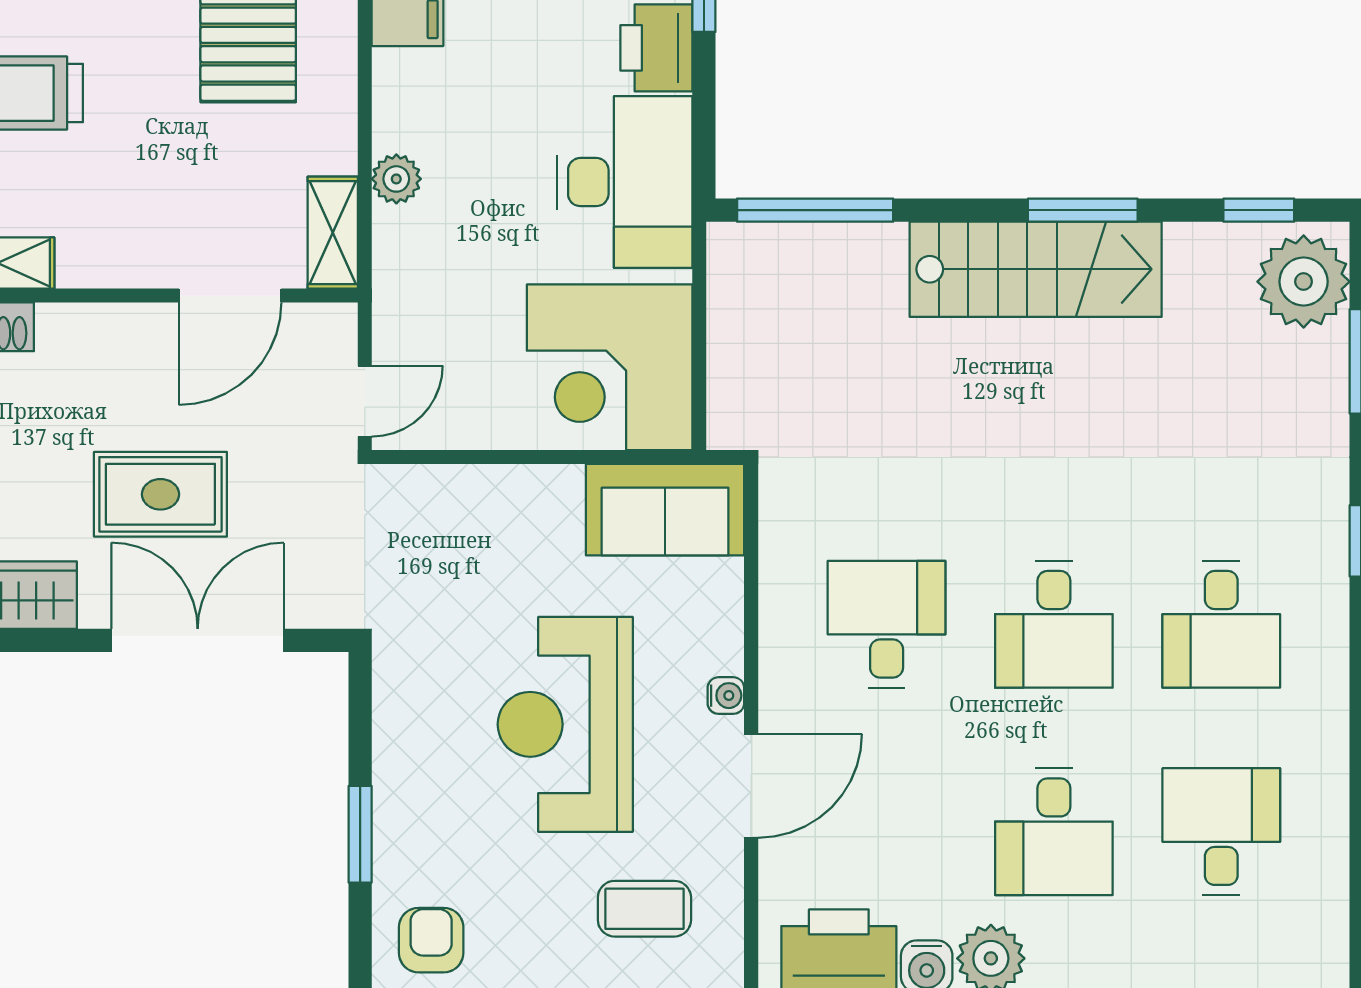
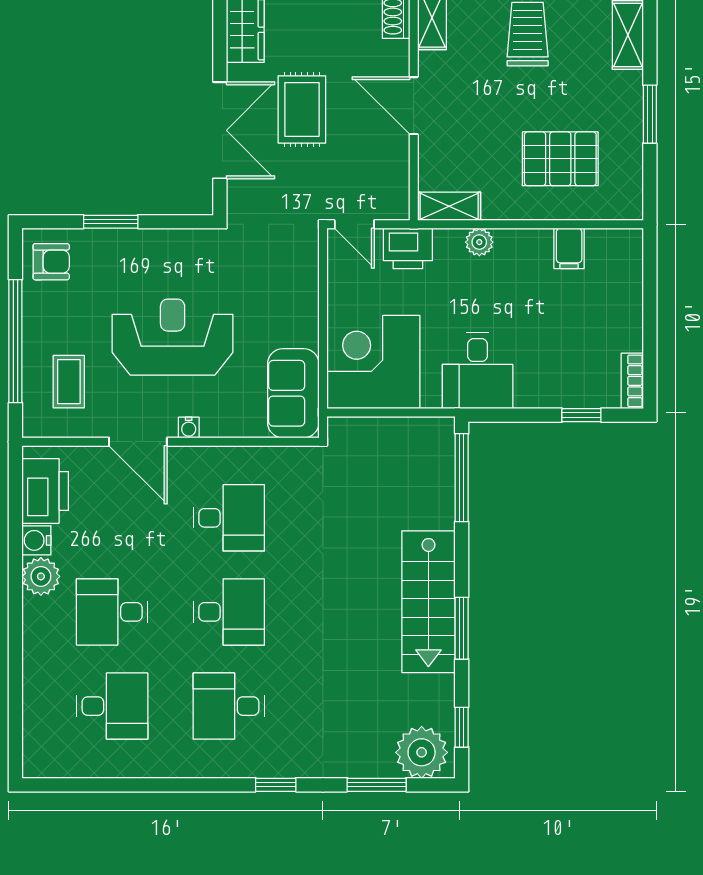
printer: (656, 48) -> (408, 248), moved, turned 180
desk: (625, 182) -> (478, 371), width x0.73
door: (230, 295) -> (414, 106), moved
desk: (1054, 624) -> (229, 612), turned 180

